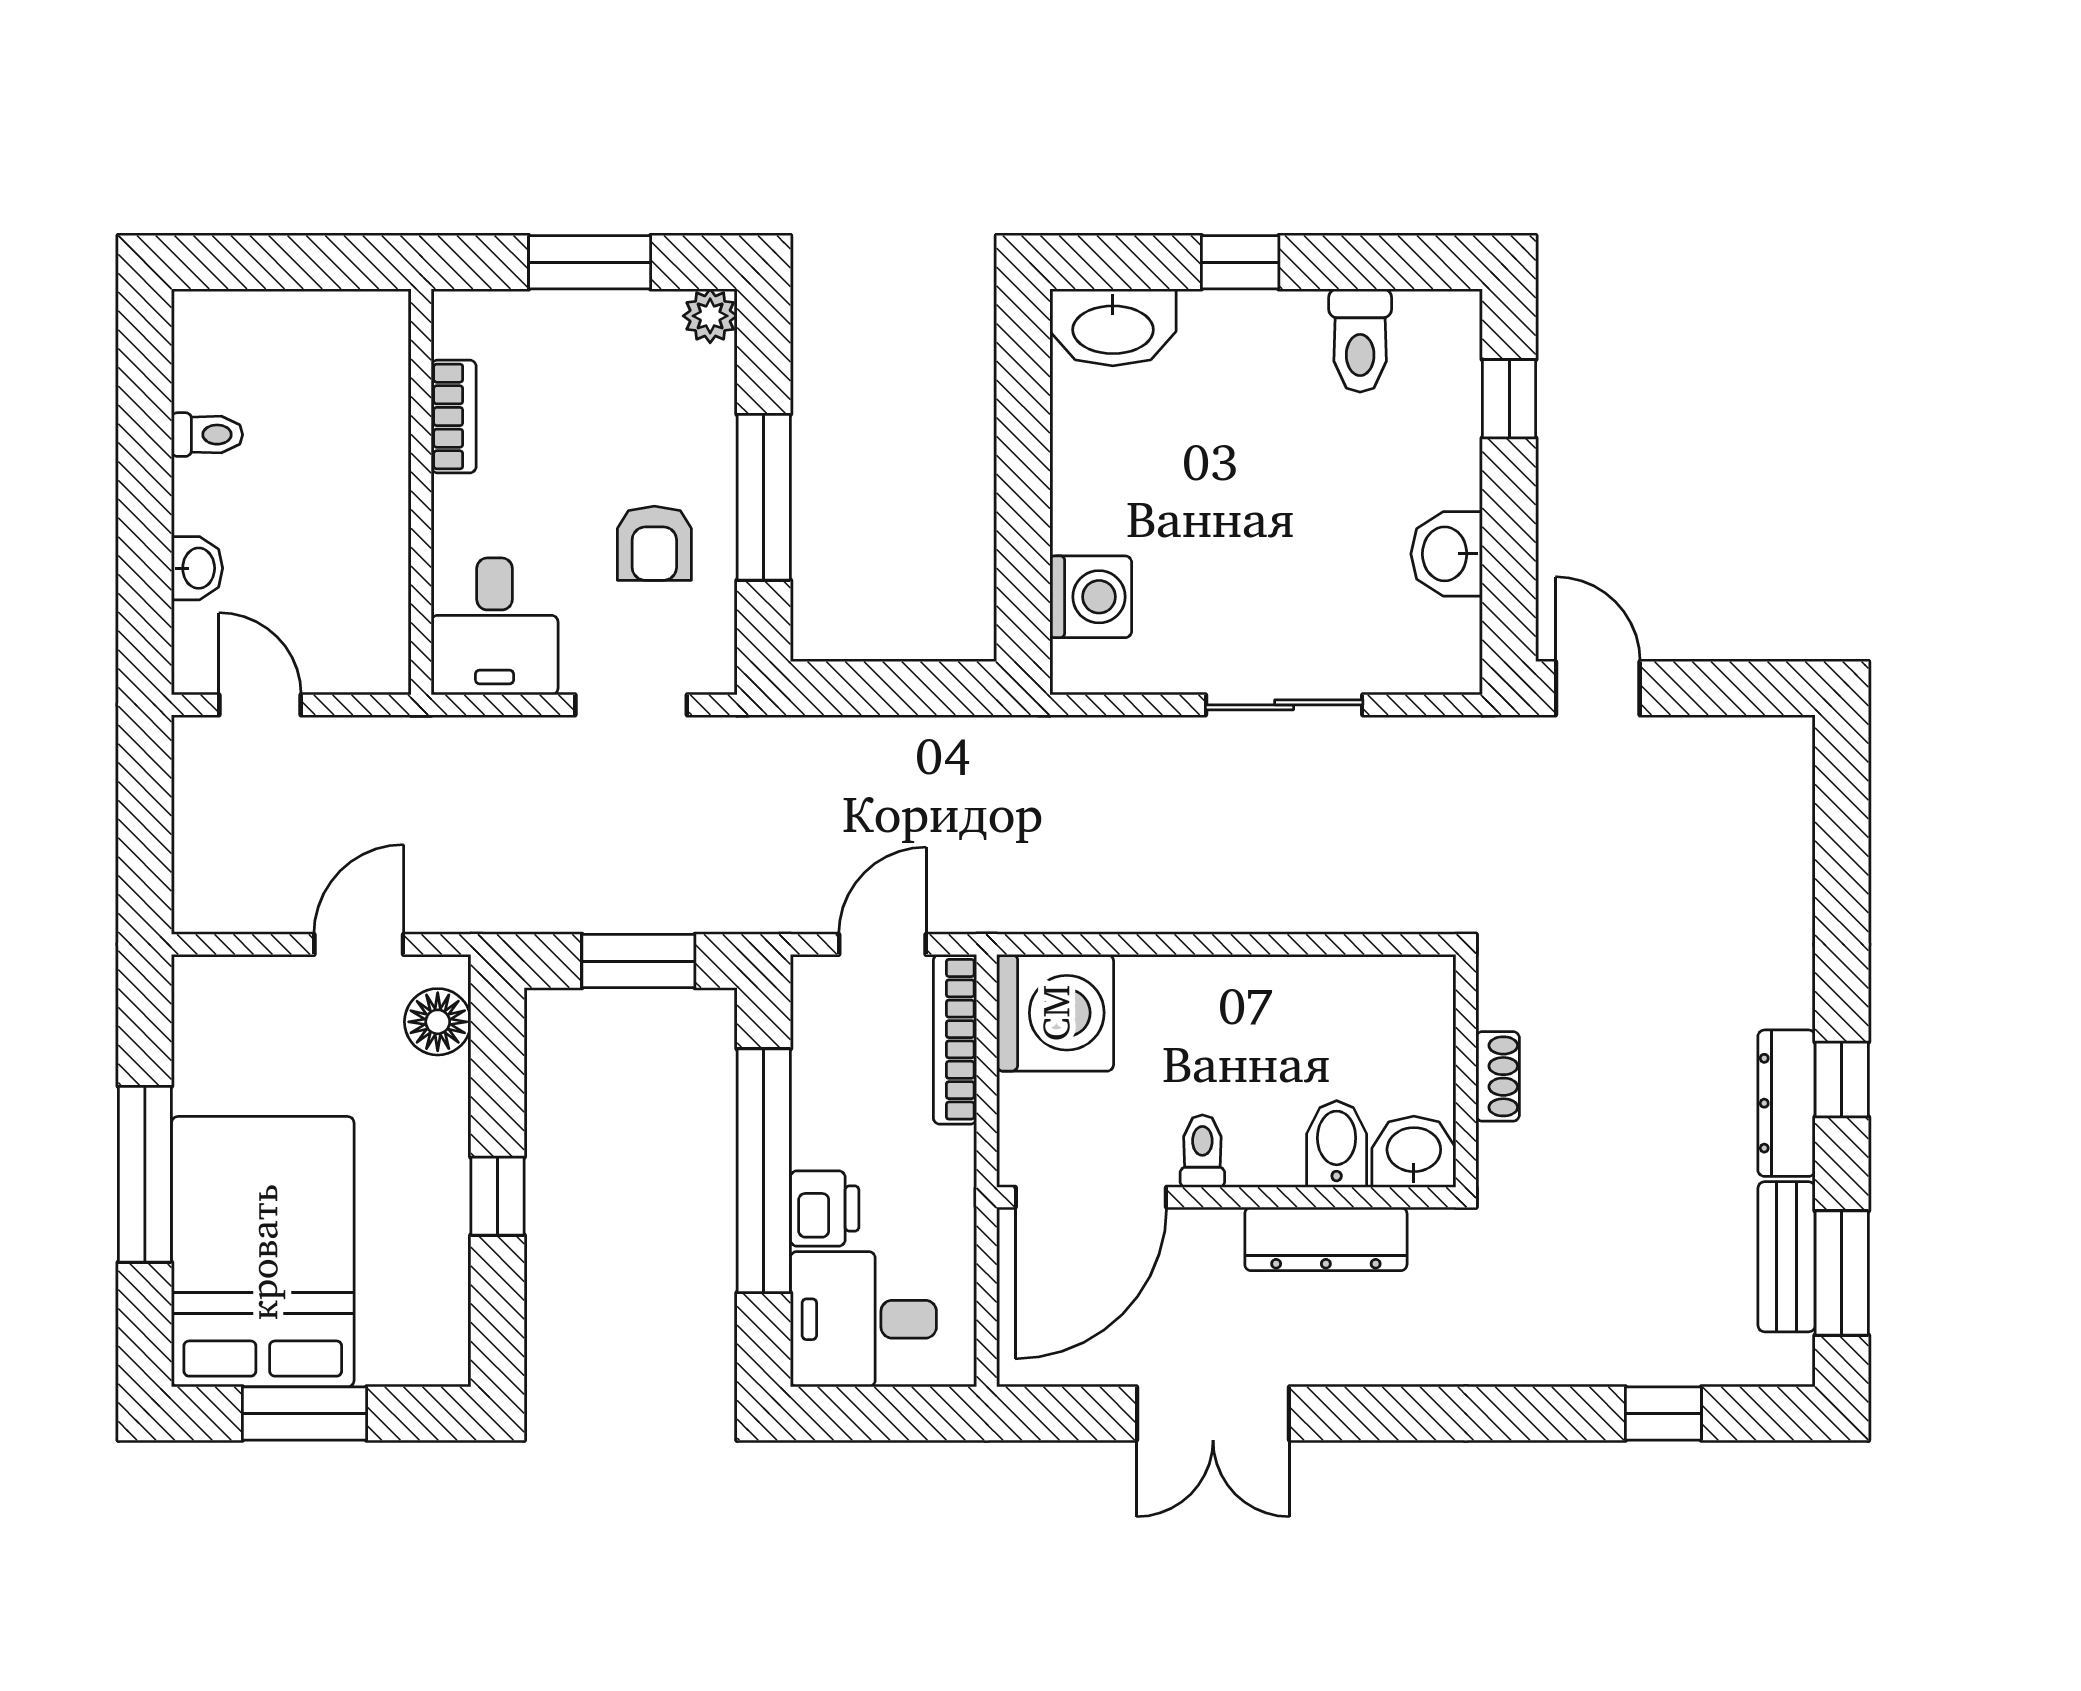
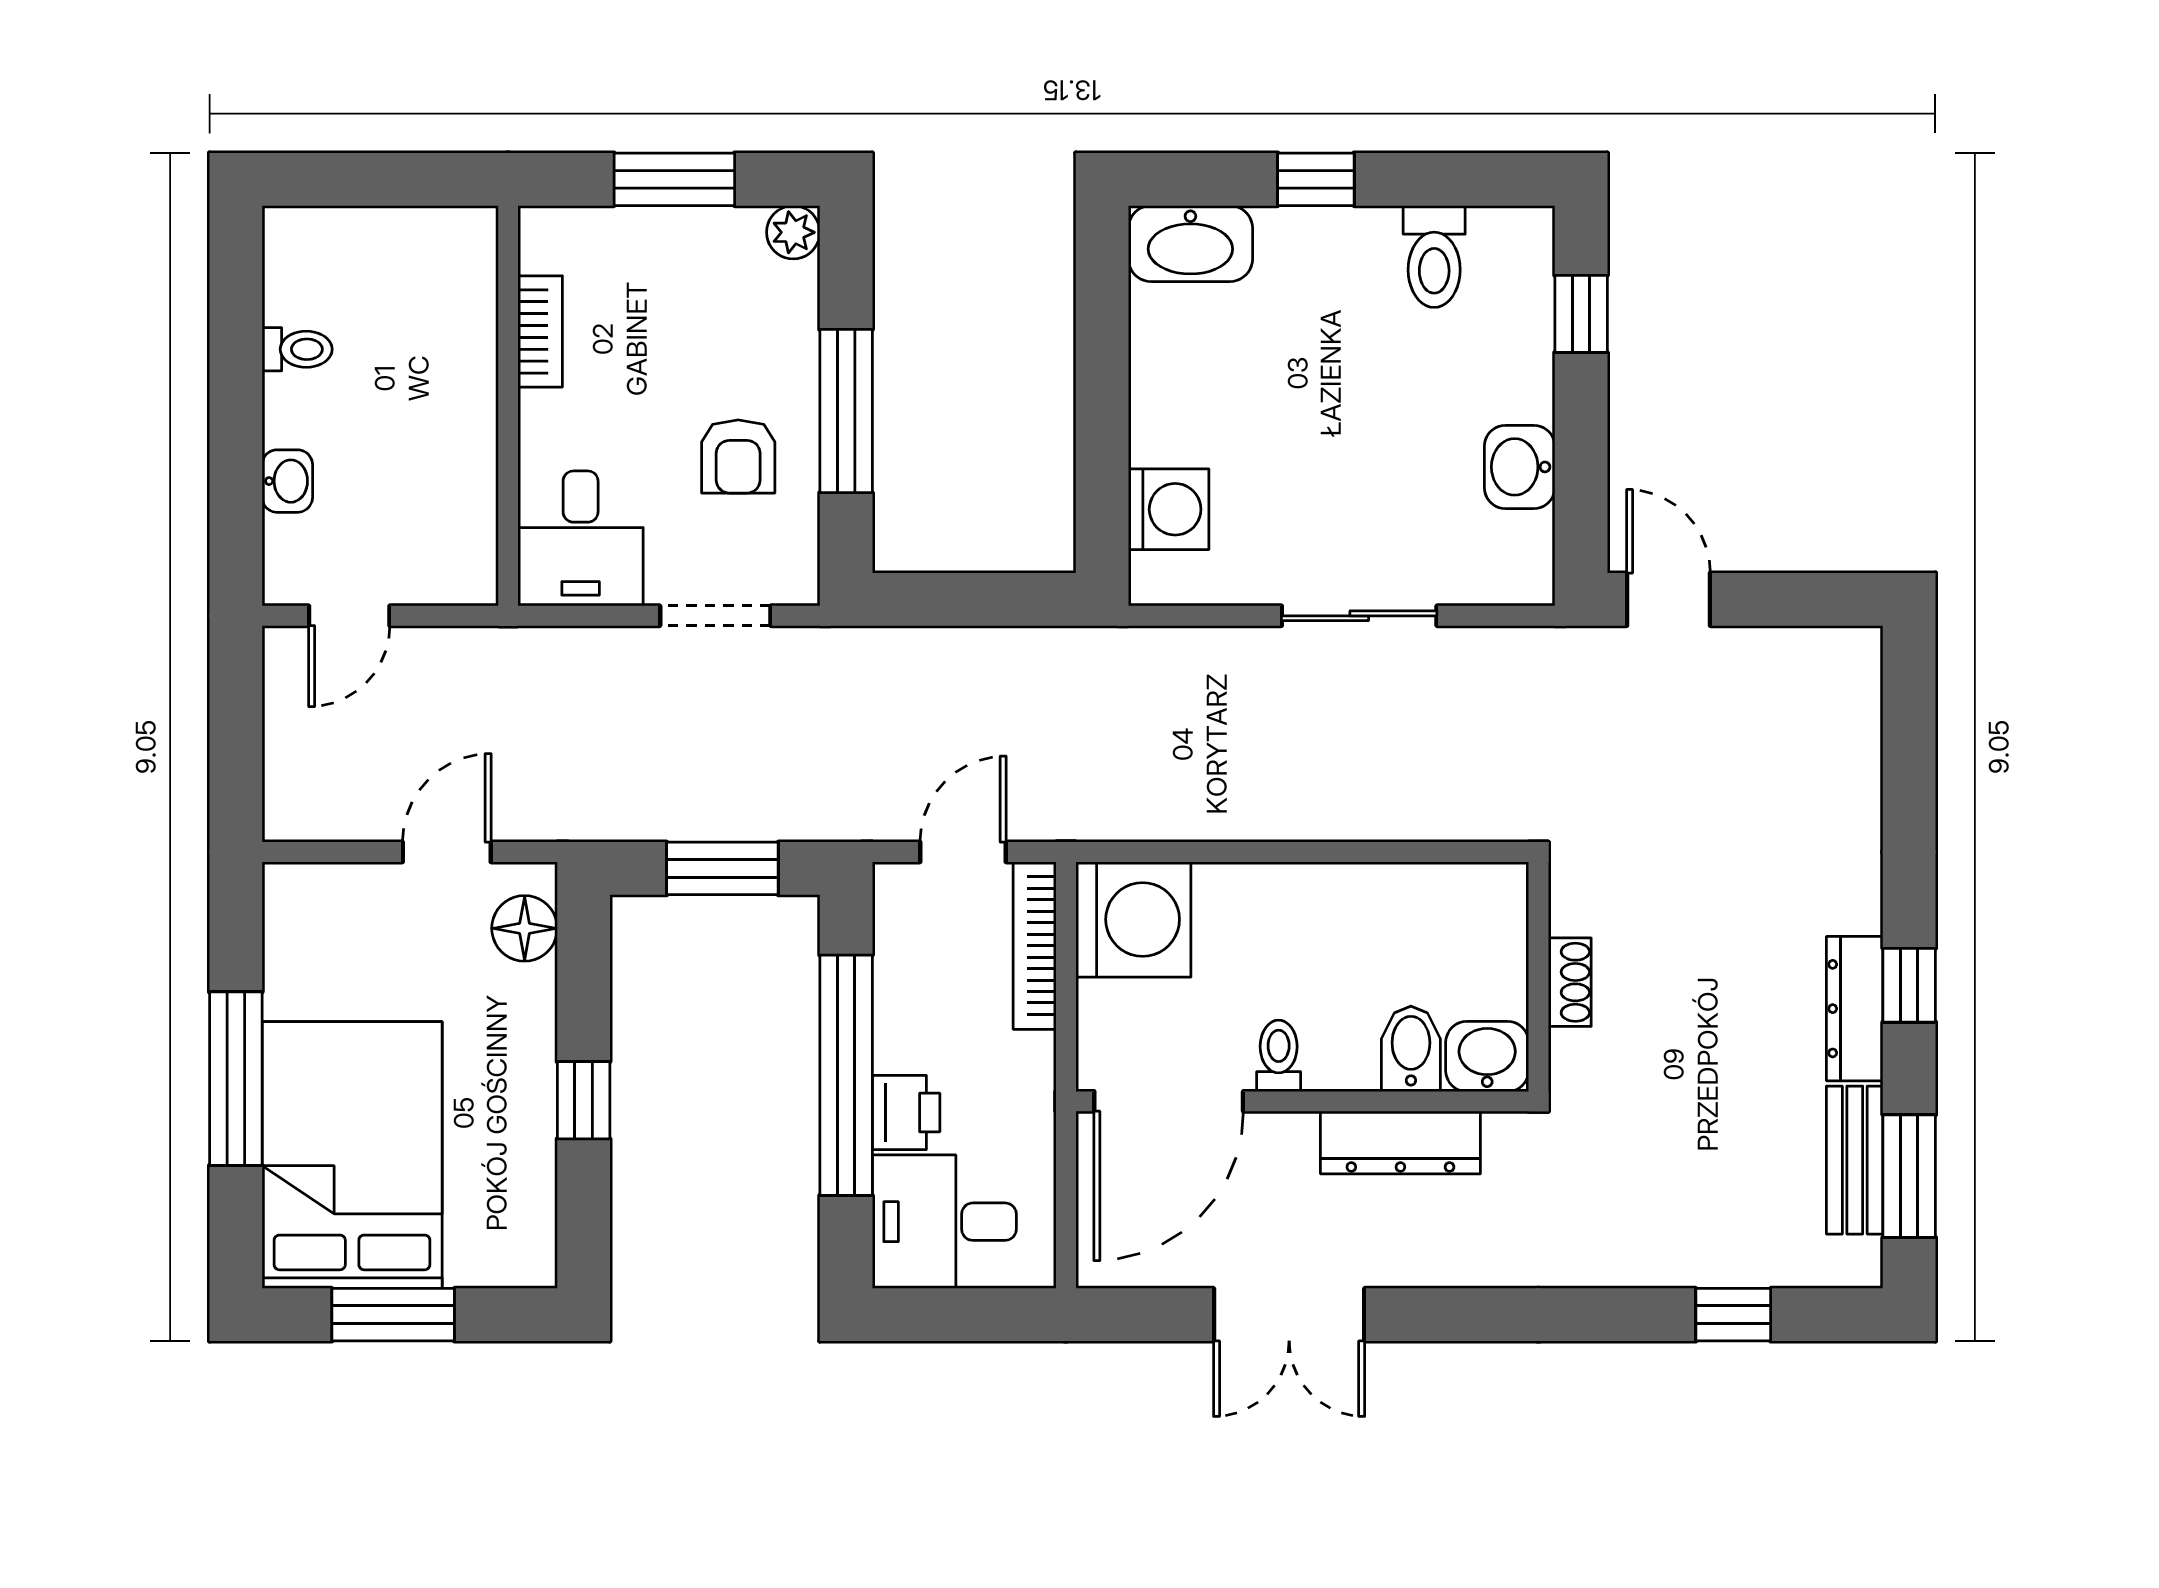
door: (260, 705) -> (349, 616), swing flipped

